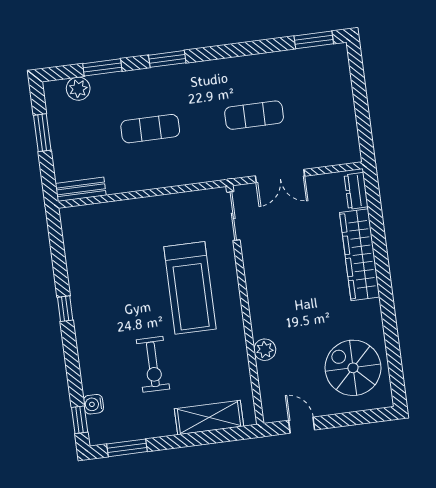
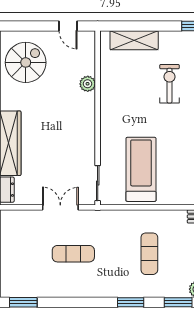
exercise mat: (150, 129) -> (149, 254), turned 90
treadmill: (190, 288) -> (141, 169), moved
spiral stairs: (353, 368) -> (26, 62), turned -90

